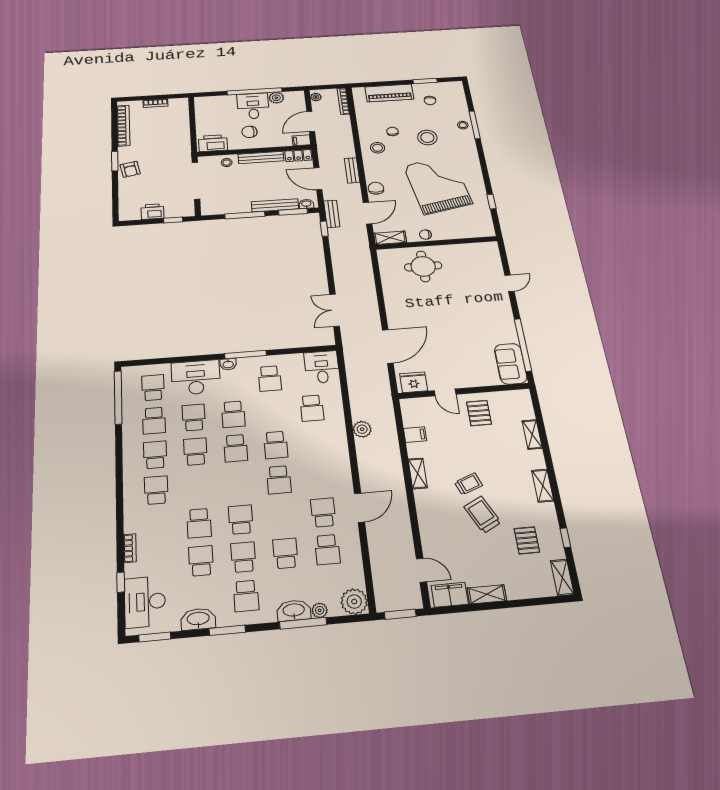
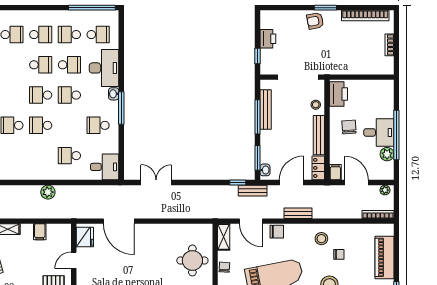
bench: (275, 205) -> (266, 109), moved

